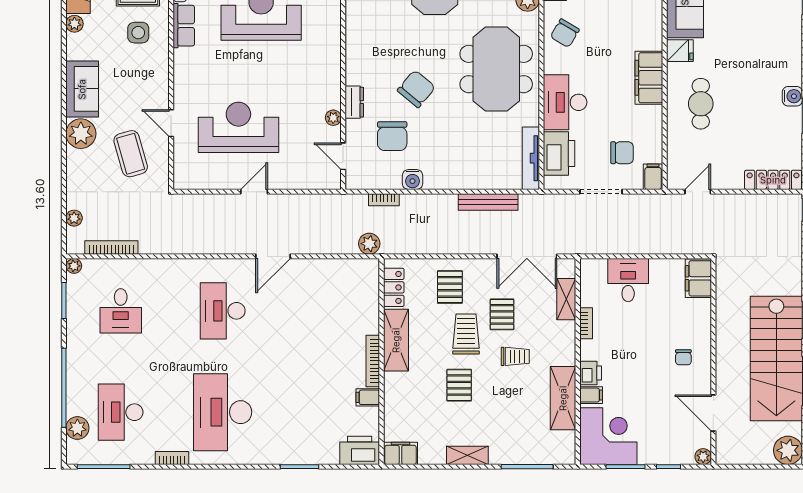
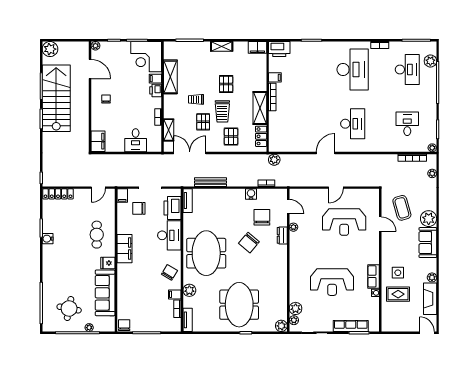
tv unit: (531, 158) -> (188, 201), width x0.71

